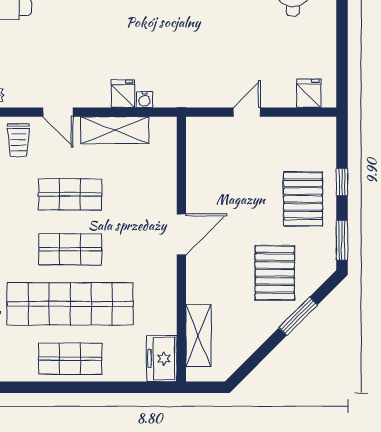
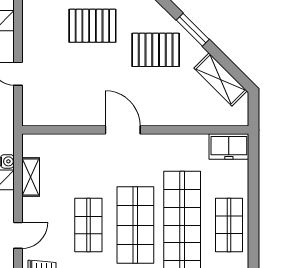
shelving: (115, 130) -> (31, 177), width x0.67, depth x0.75
shop shelf: (70, 249) -> (135, 225), width x1.43, depth x1.36
shelving: (198, 336) -> (220, 80), moved, turned 45

